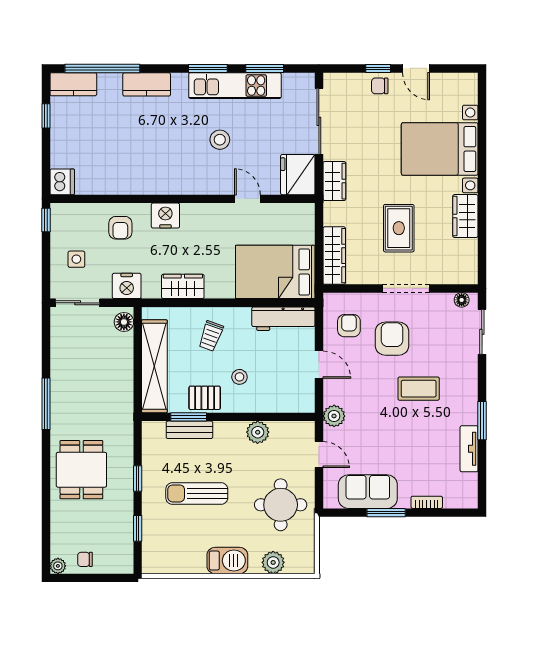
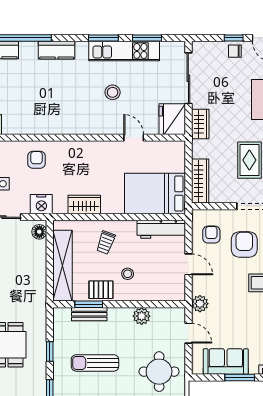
nightstand: (165, 216) -> (71, 150), removed
armchair: (120, 228) -> (37, 160), turned 180

